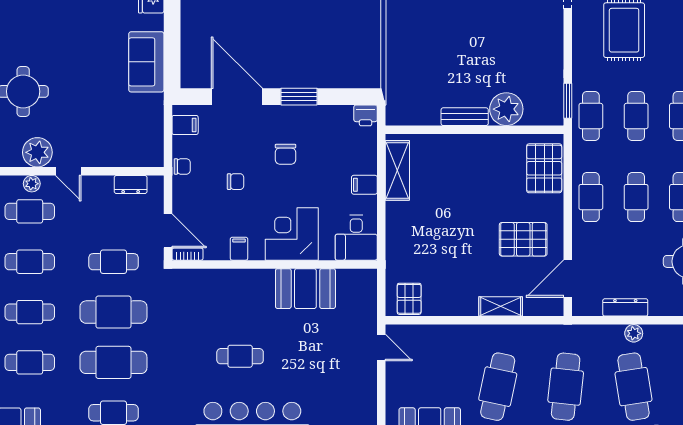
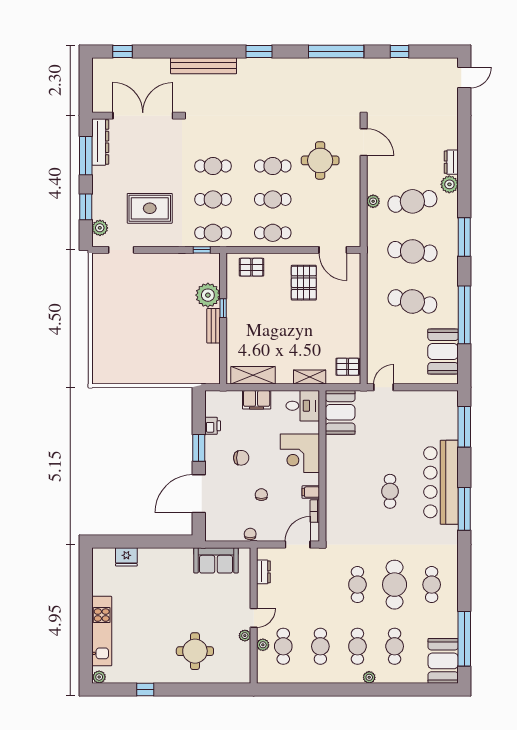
sofa: (146, 62) -> (216, 560), moved
window: (568, 101) -> (202, 250), width x0.67
printer: (366, 115) -> (213, 426), moved
filing cabinet: (185, 125) -> (220, 532), removed
window: (489, 130) -> (223, 308), added
plant: (37, 152) -> (245, 636), width x0.53, depth x0.53
pallet: (544, 168) -> (252, 267), width x0.67, depth x0.71
filing cabinet: (364, 185) -> (257, 400), width x2.00
bookcase: (187, 254) -> (315, 511), moved
cafe table: (113, 262) -> (320, 585), removed
booth: (305, 289) -> (340, 412), moved
shelving: (501, 306) -> (310, 377), moved, turned 90
dresser: (625, 307) -> (354, 207), removed
cafe table: (113, 312) -> (357, 585), width x0.73, depth x0.74

